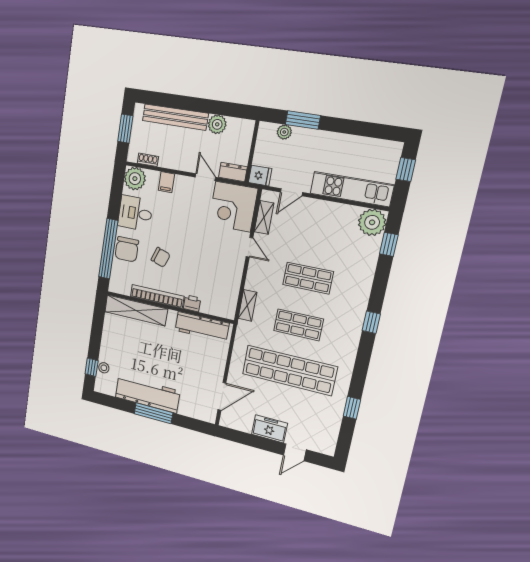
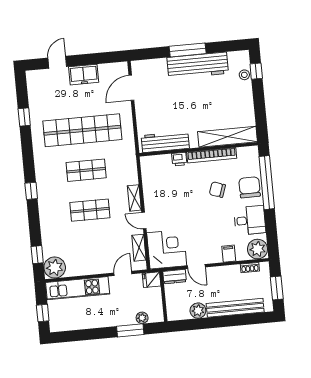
shelving: (247, 305) -> (134, 198), moved

